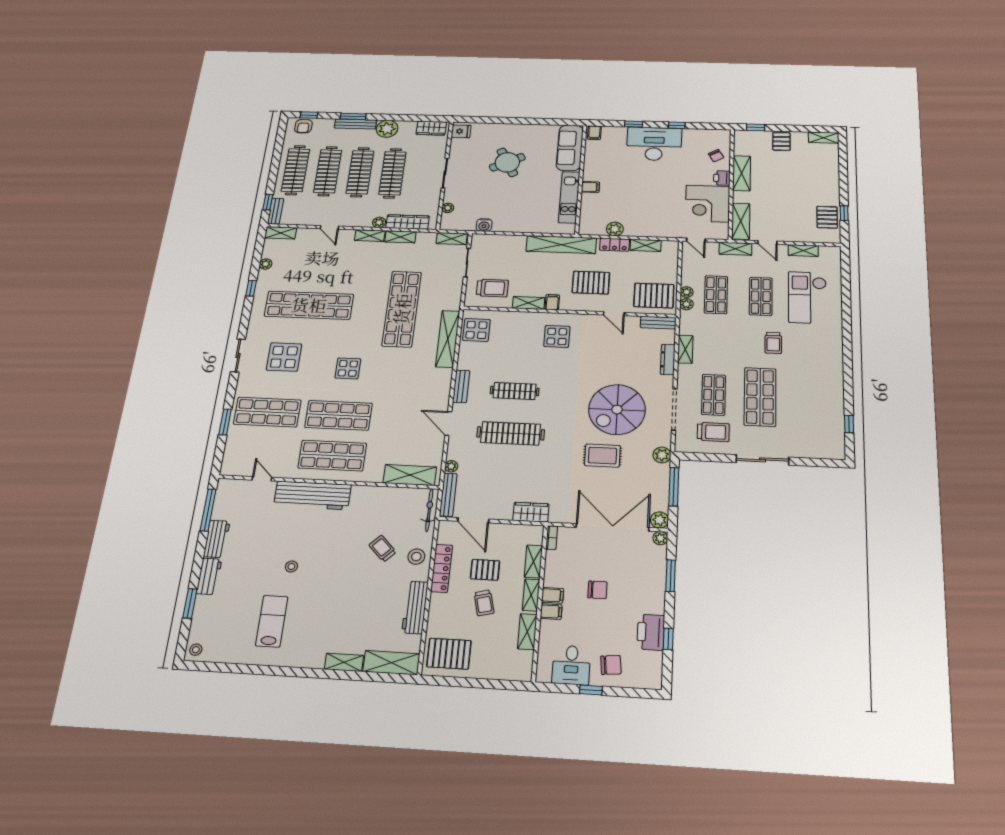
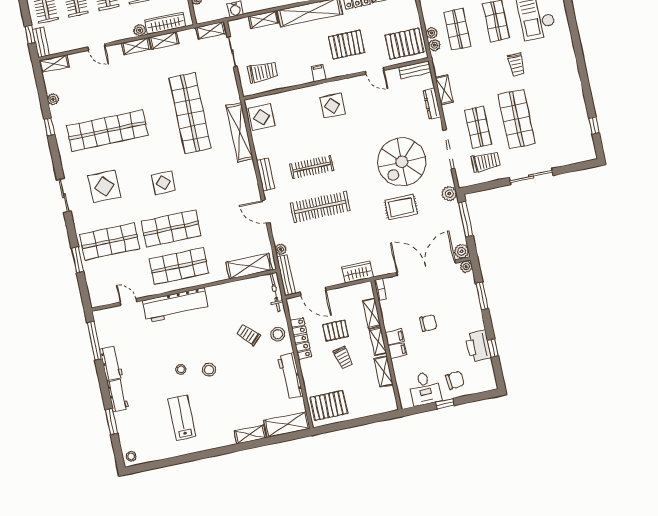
shelving: (529, 303) -> (264, 20), moved
stool: (323, 575) -> (209, 370), added

